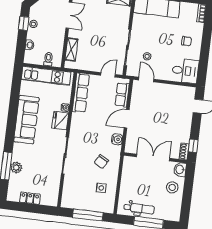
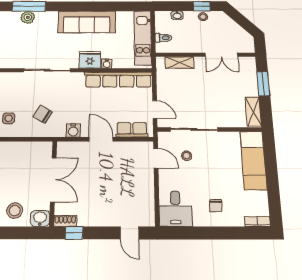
door: (146, 80) -> (156, 158), hinge flipped
row of seats: (81, 93) -> (118, 80), width x1.36

